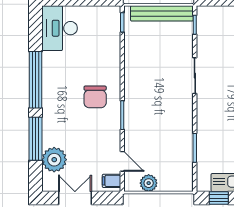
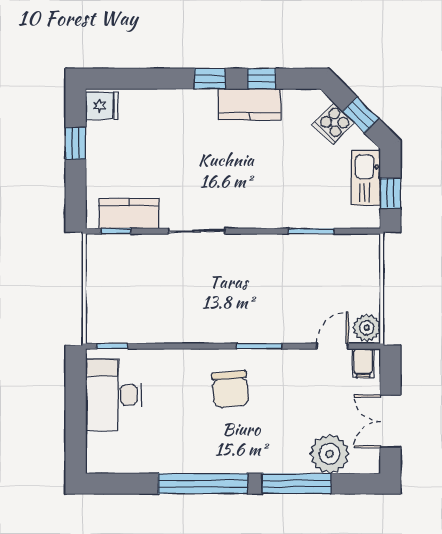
bench: (162, 13) -> (98, 283), removed
desk: (60, 28) -> (114, 395), moved, turned 90
kitchen counter: (206, 33) -> (129, 214), added
chair: (95, 97) -> (230, 389), turned 85
plant: (149, 183) -> (367, 328), moved

